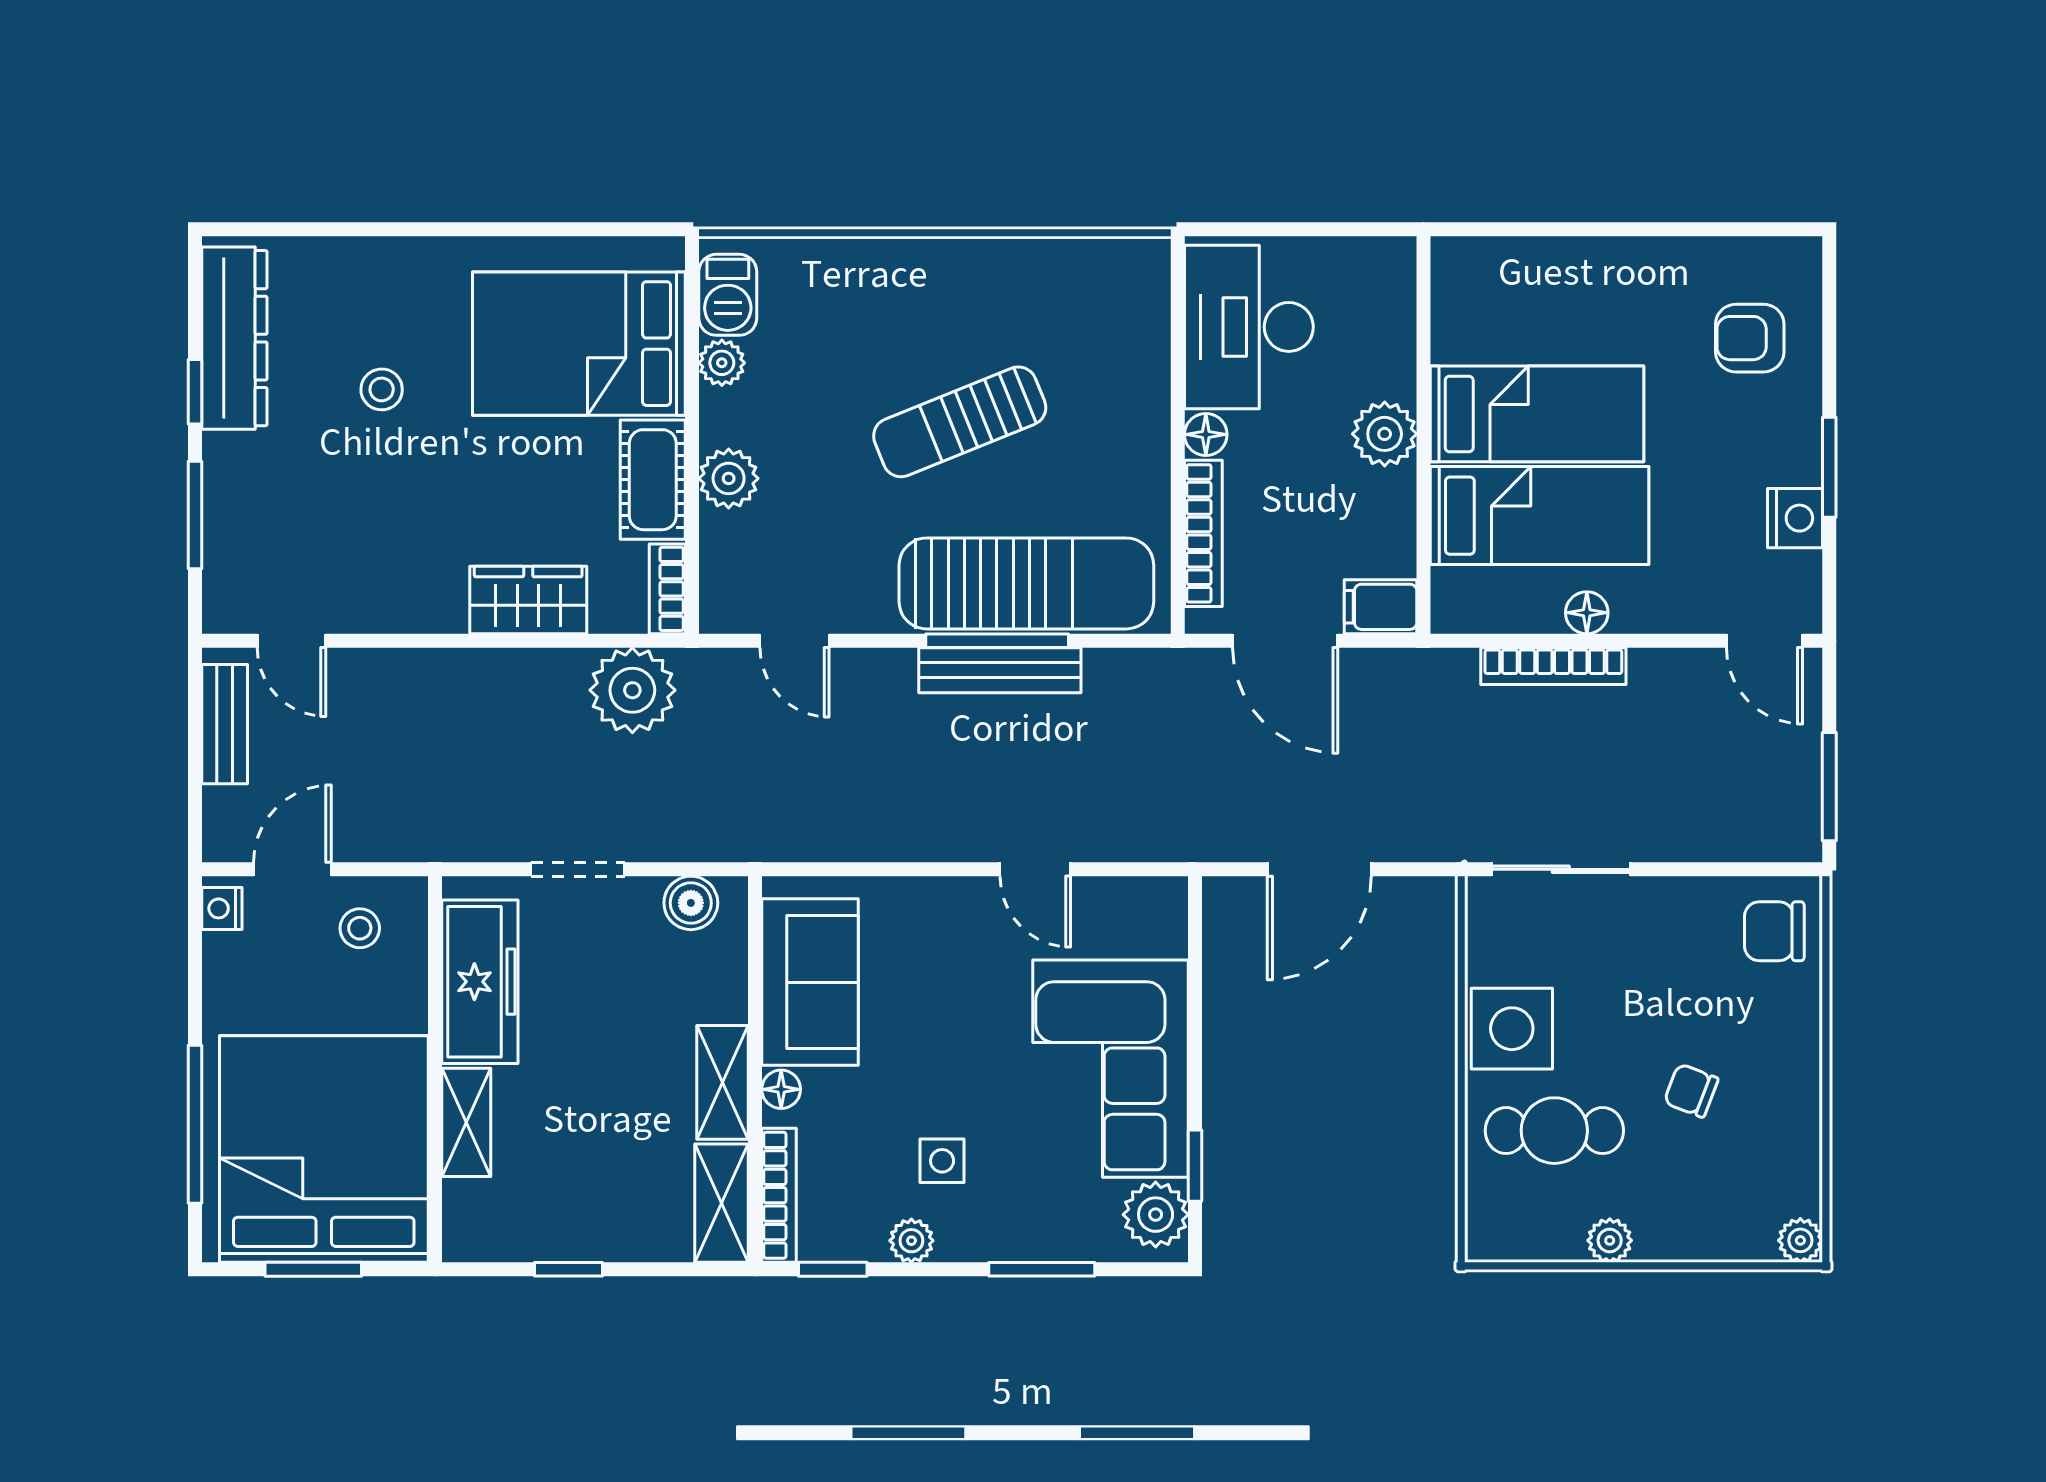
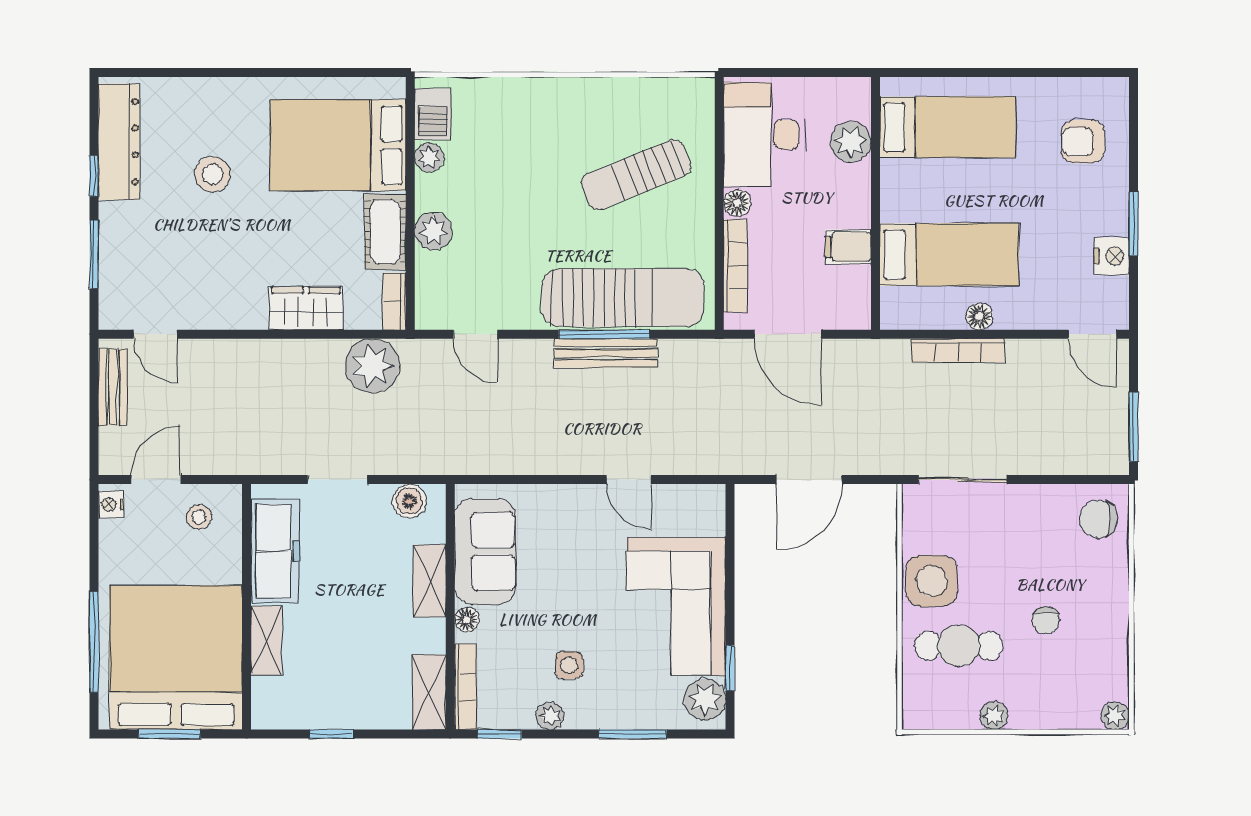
stool: (382, 389) -> (213, 174), width x1.37, depth x1.37
bed: (1537, 414) -> (948, 127), moved
sun lounger: (960, 422) -> (636, 175), moved
plant: (1385, 434) -> (851, 142), moved
filing cabinet: (1381, 607) -> (848, 247), moved
shelving: (722, 1082) -> (429, 581), moved
chair: (1691, 1091) -> (1046, 620), turned -111

